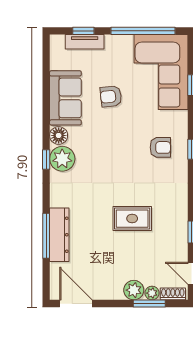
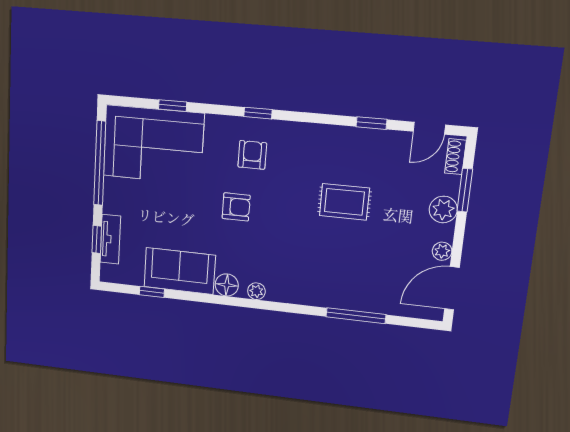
armchair: (111, 96) -> (236, 207), moved, turned -84
window: (46, 159) -> (152, 292), moved
plant: (62, 159) -> (256, 291), width x0.53, depth x0.53
rug: (132, 219) -> (344, 202), turned 90
dresser: (59, 235) -> (356, 299), removed
plant: (152, 293) -> (442, 251), moved

